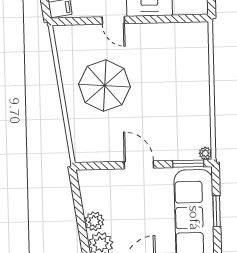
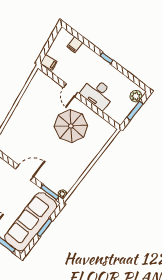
parasol: (105, 85) -> (71, 126), moved
door: (139, 165) -> (25, 173), hinge flipped

